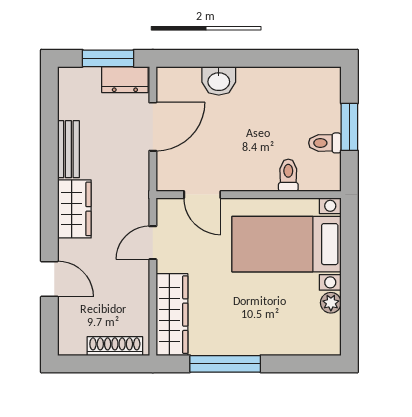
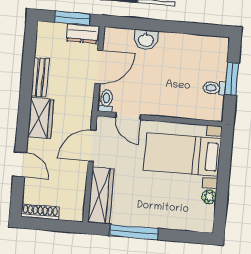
toilet: (288, 175) -> (106, 101), moved
door: (153, 243) -> (92, 146), width x1.38
shoe rack: (115, 346) -> (40, 212), moved

